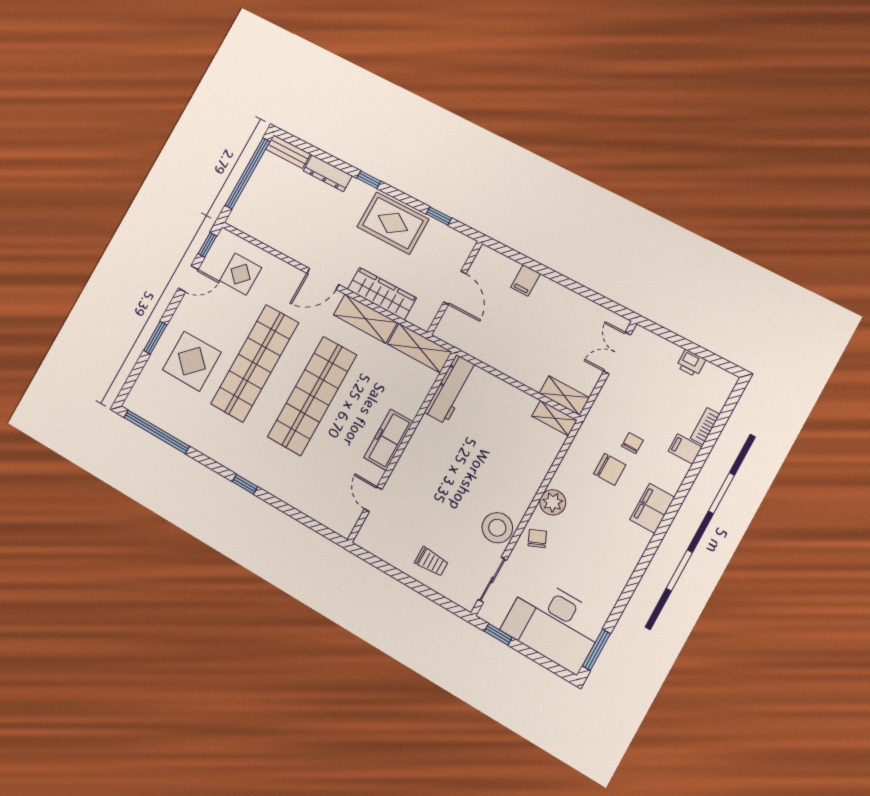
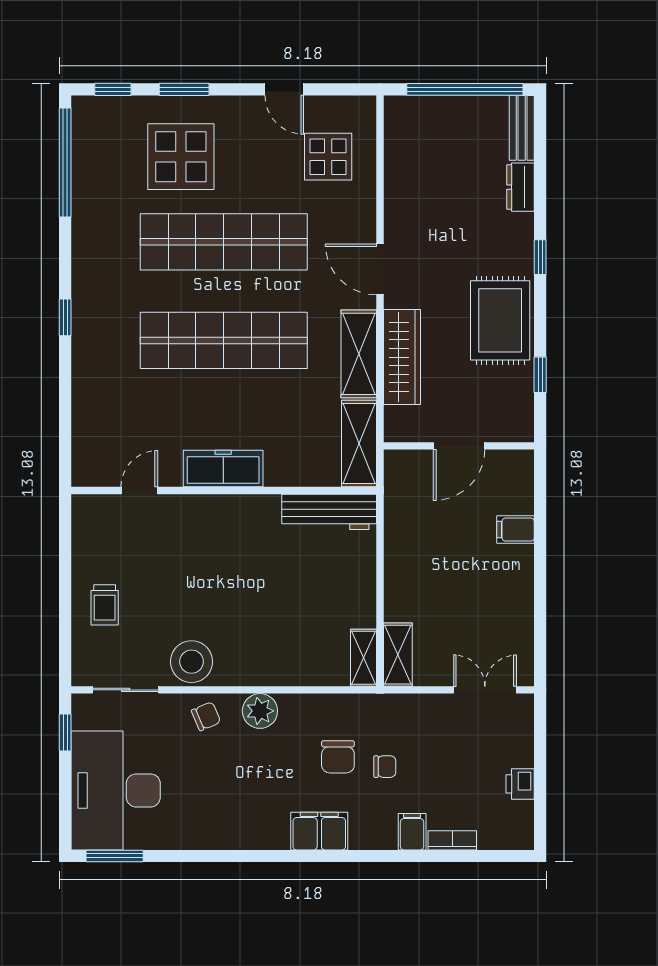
dresser: (328, 173) -> (520, 187), width x0.70
window: (207, 245) -> (113, 89), moved

